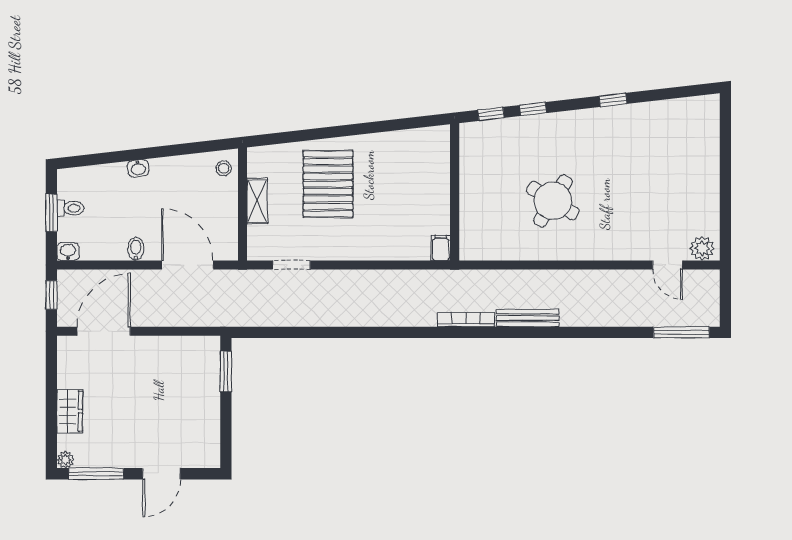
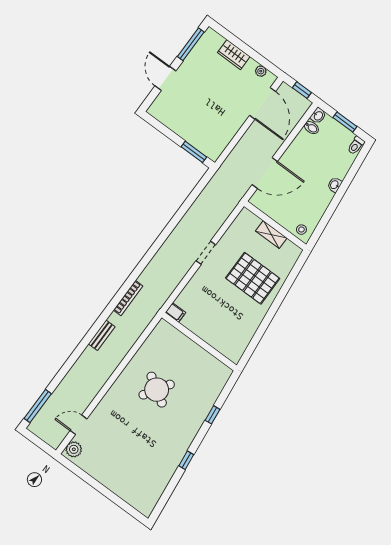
window: (491, 114) -> (226, 391), removed
toilet: (70, 208) -> (356, 145), moved
bidet: (136, 249) -> (311, 128), moved
doorway: (291, 265) -> (206, 253), moved
bench: (528, 318) -> (102, 335), width x0.73
plant: (65, 460) -> (261, 71), moved

